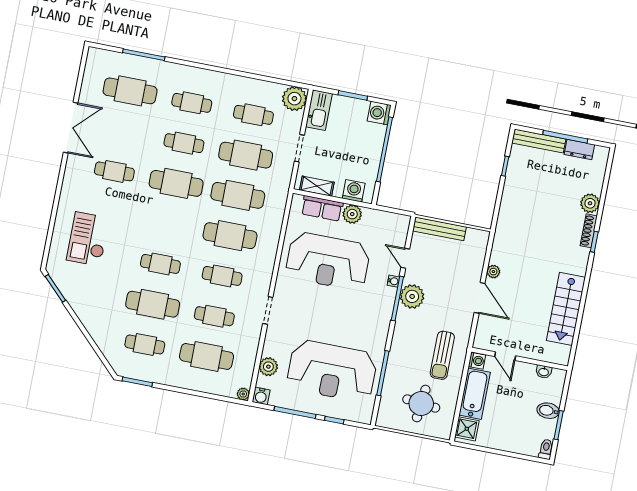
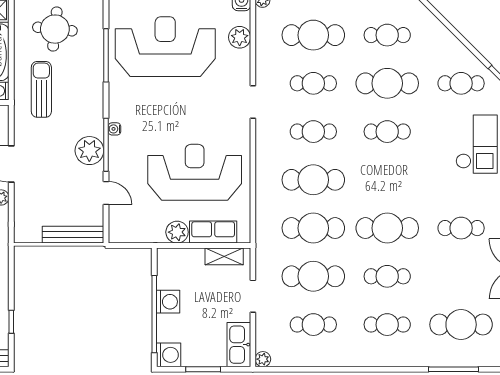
plant: (294, 99) -> (263, 359), width x0.53, depth x0.53
washing machine: (354, 191) -> (168, 302), moved, turned -90
water cooler: (393, 281) -> (114, 129), moved
cafe table: (91, 292) -> (461, 83), added

